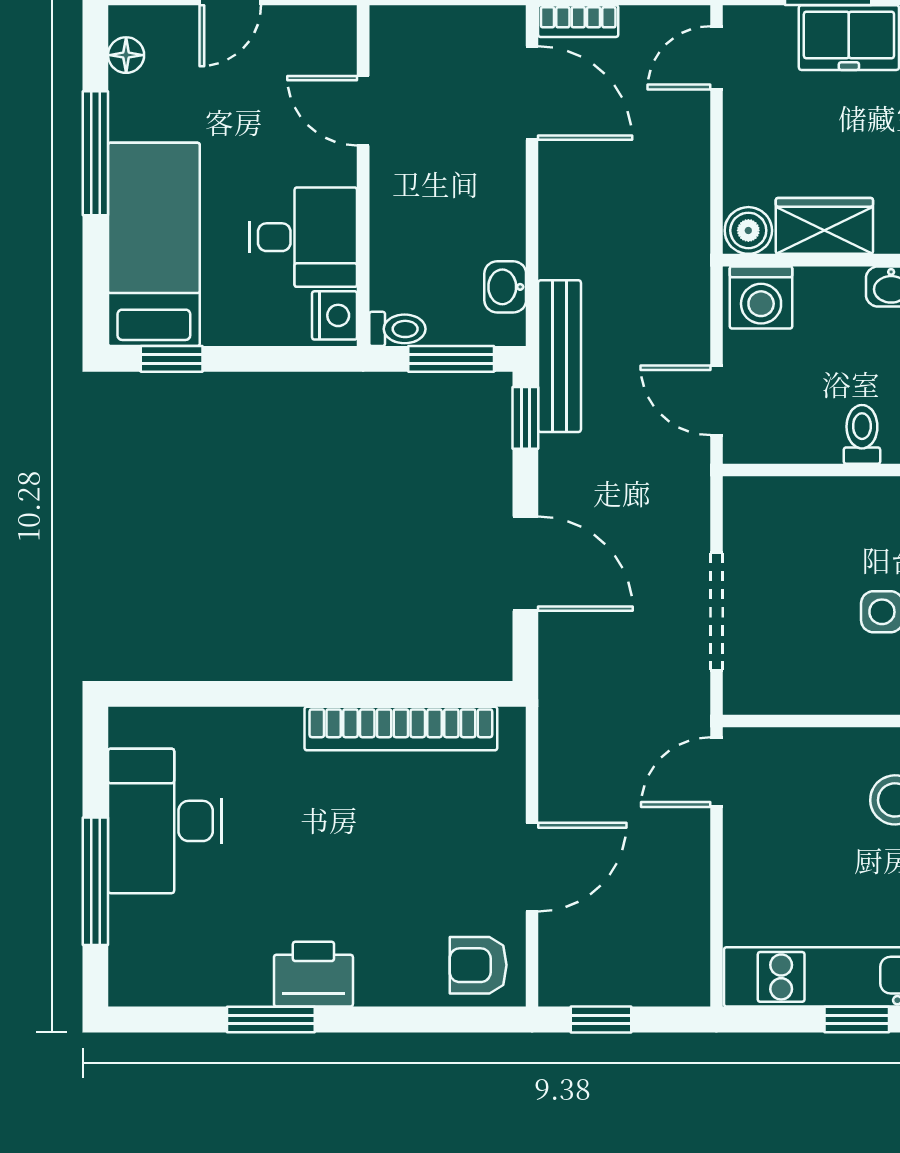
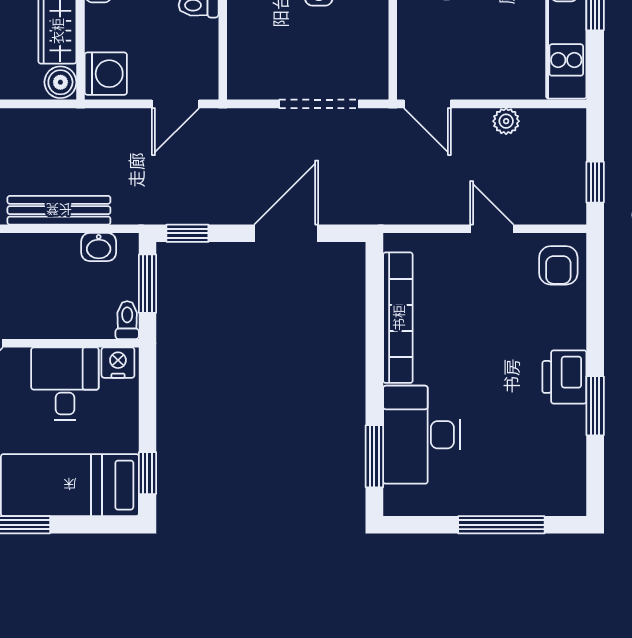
bench: (560, 356) -> (59, 210), moved
window: (196, 694) -> (374, 456), added
desk: (165, 821) -> (422, 435), moved, turned 90
door: (532, 867) -> (492, 229), width x0.73
plant: (691, 888) -> (506, 121), added

